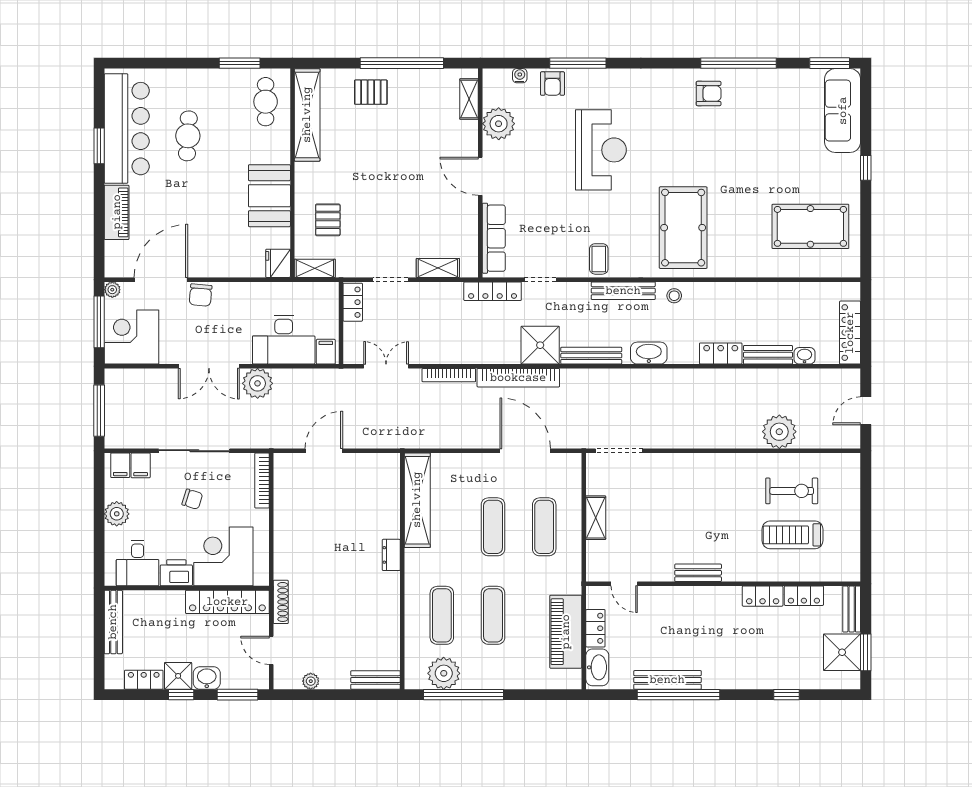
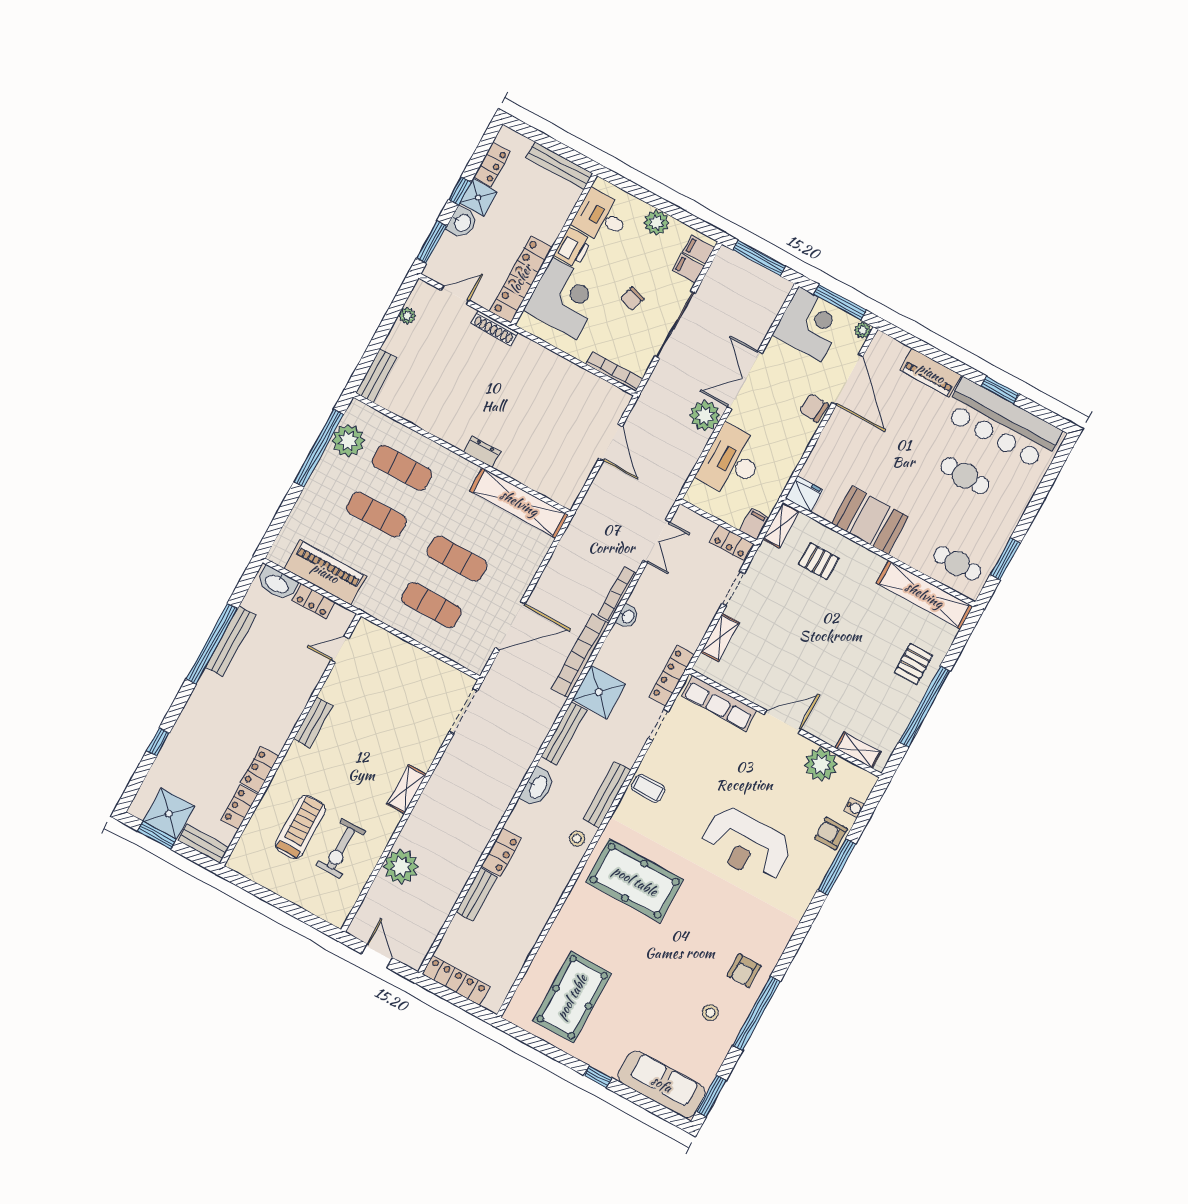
stool: (759, 103) -> (710, 1013), added
filing cabinet: (326, 352) -> (754, 524), moved, turned -90
washbasin: (804, 356) -> (628, 616), moved
shelving: (596, 518) -> (407, 789), moved, turned 90

